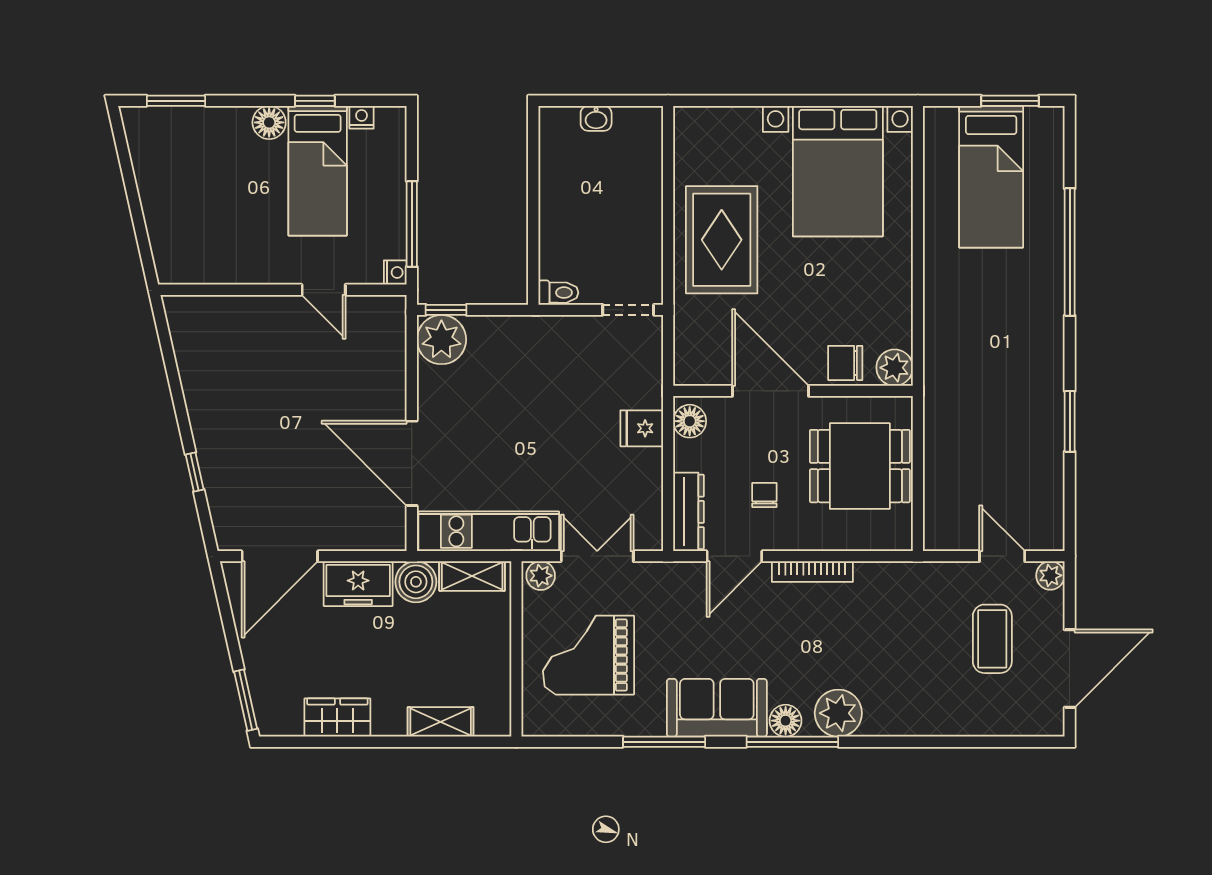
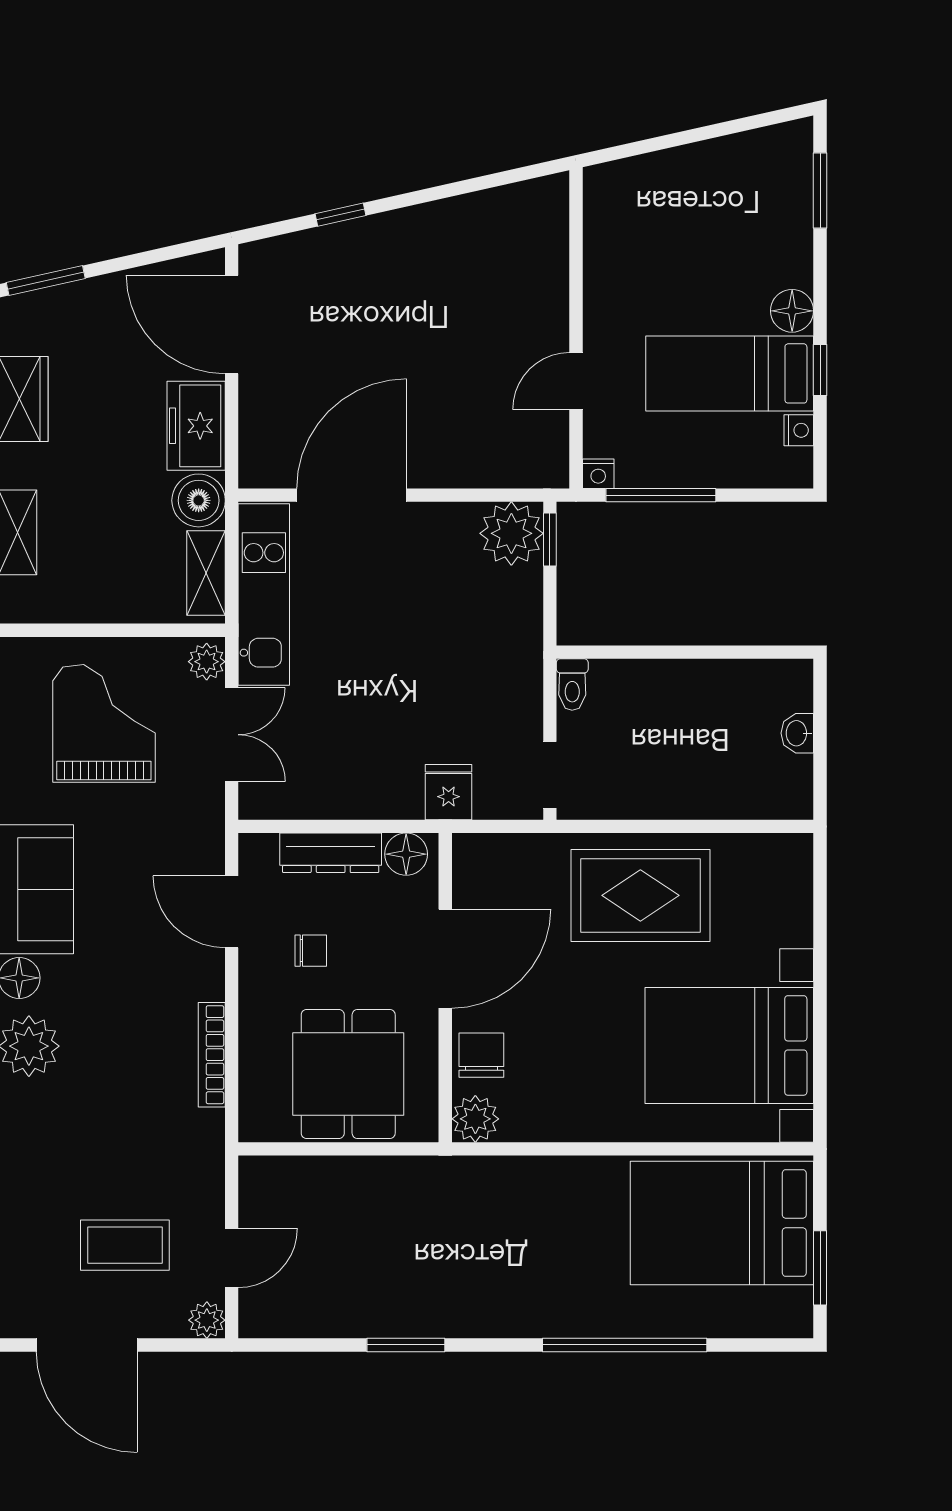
bed: (991, 177) -> (722, 1223), width x1.50
fridge: (642, 428) -> (449, 792), moved
dresser: (689, 512) -> (331, 853), moved
bookcase: (812, 572) -> (212, 1055), moved

